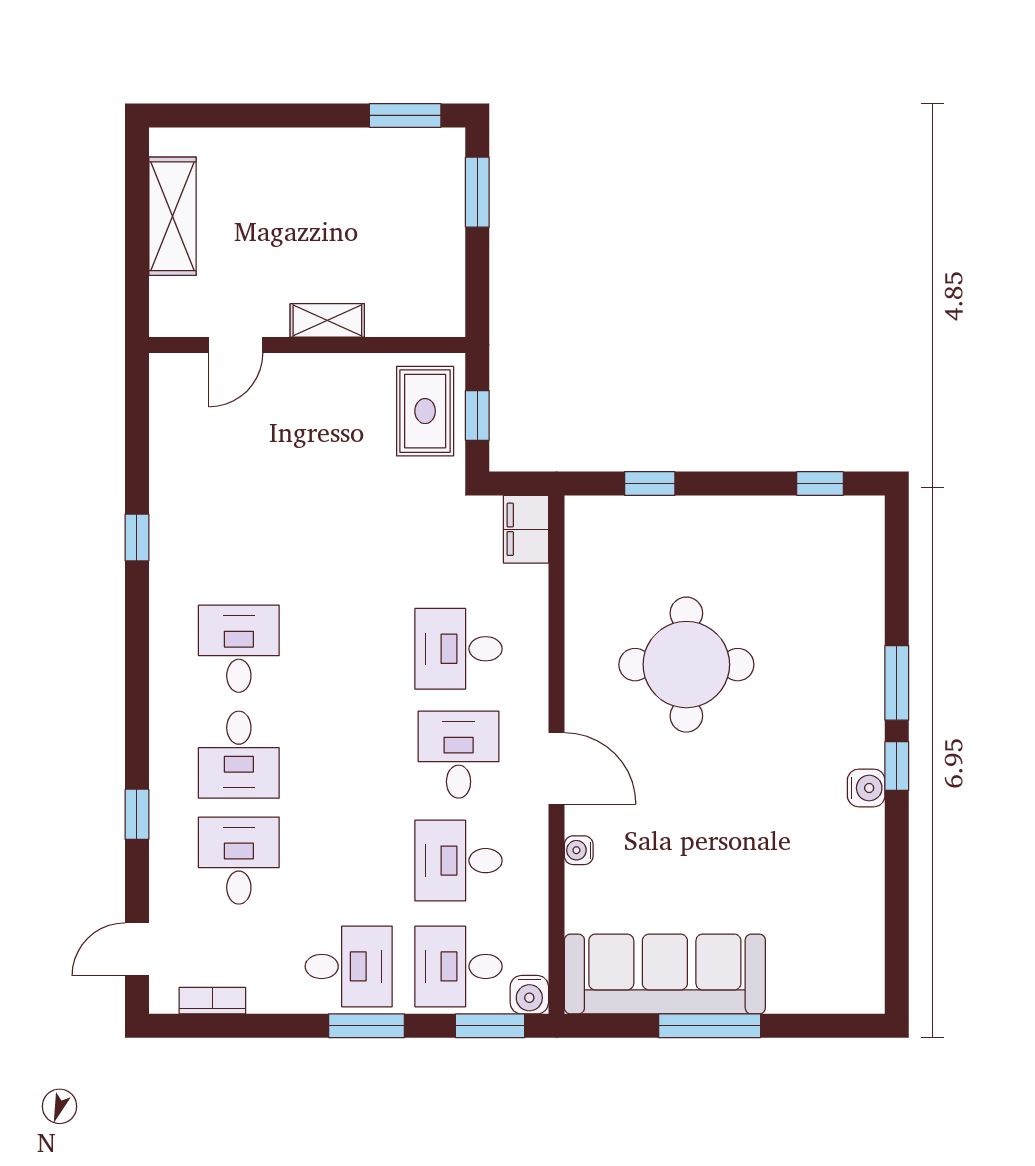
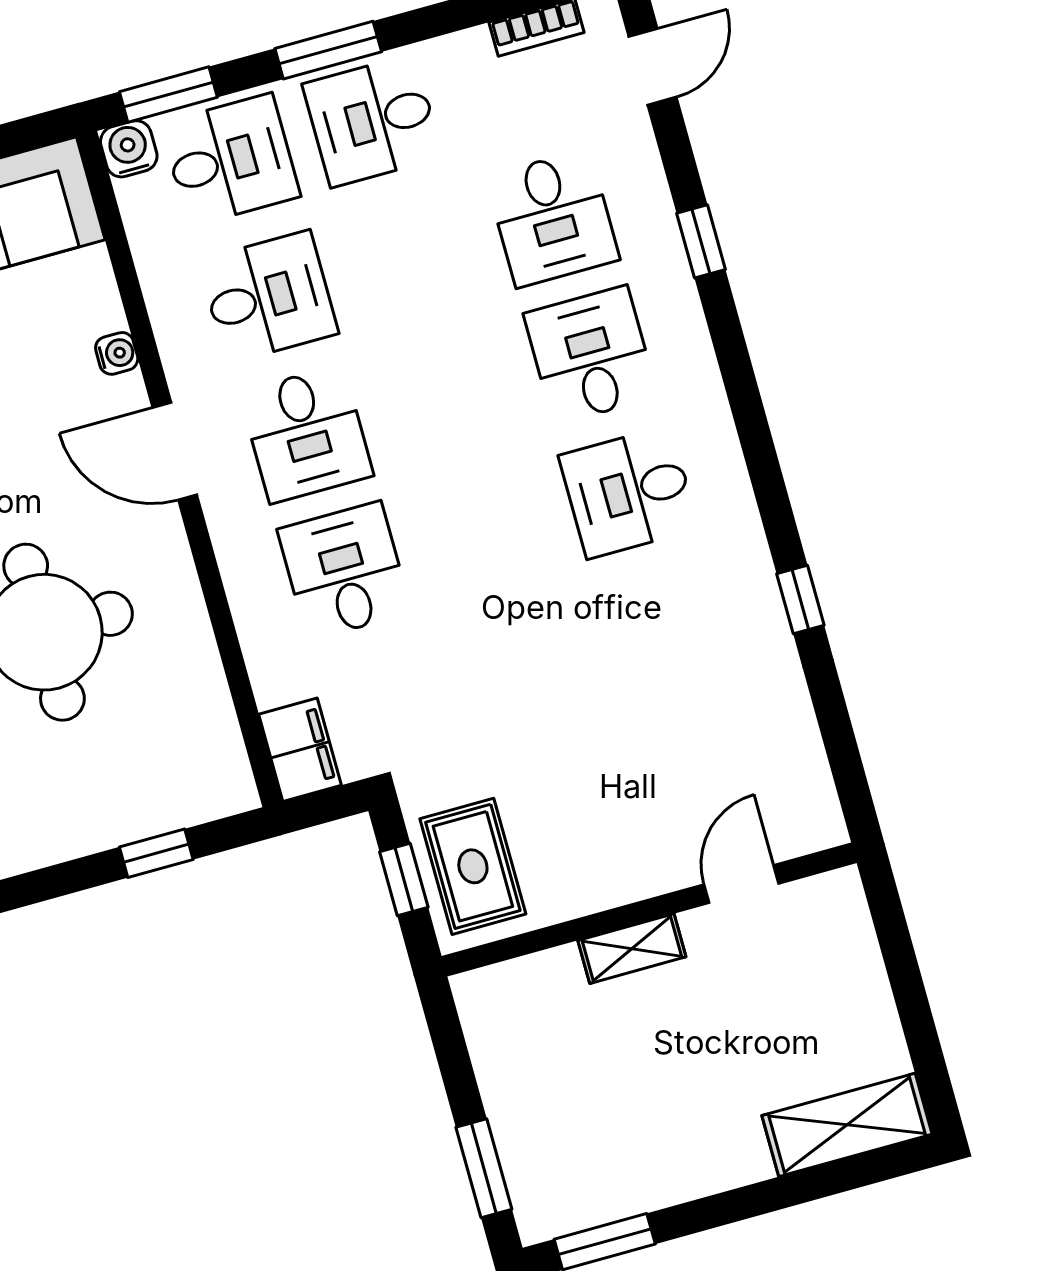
shelving: (172, 216) -> (847, 1125), moved, turned 90
desk: (239, 649) -> (629, 492), turned 90
desk: (459, 649) -> (344, 571), turned -90

